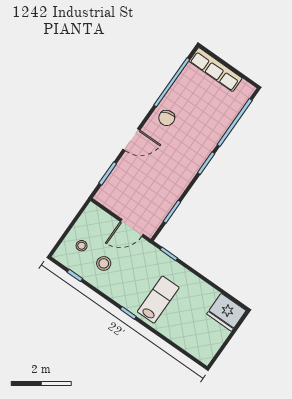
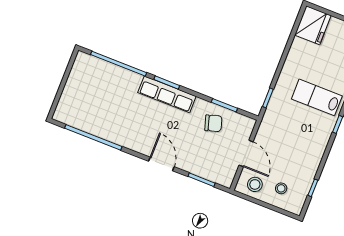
row of seats: (216, 70) -> (167, 94), moved, turned 90
chair: (167, 118) -> (213, 123), moved
door: (132, 228) -> (246, 153), moved
stool: (104, 263) -> (255, 184), moved

